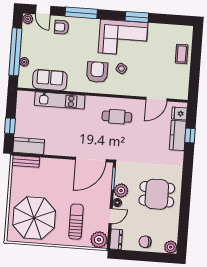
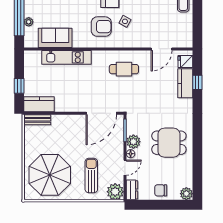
armchair: (97, 72) -> (101, 27), turned 90

